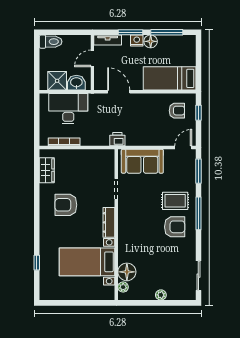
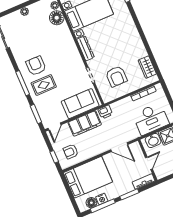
nightstand: (137, 41) -> (102, 199), moved
floor lamp: (151, 41) -> (91, 203), moved
bed: (170, 78) -> (88, 177), width x1.50
filing cabinet: (147, 136) -> (85, 123), added
armchair: (66, 205) -> (116, 76), moved, turned 90
armchair: (175, 227) -> (36, 66), turned 90

